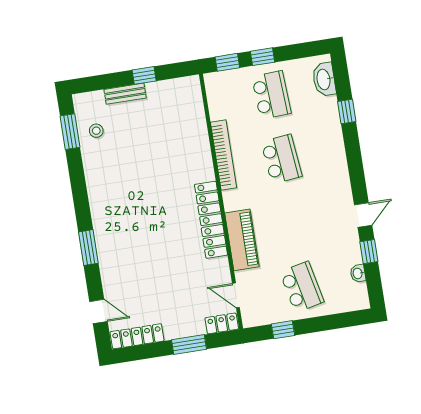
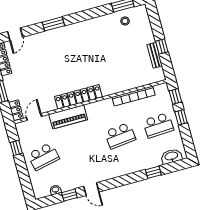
bench: (125, 94) -> (155, 55), moved
bookcase: (223, 155) -> (134, 96), moved

